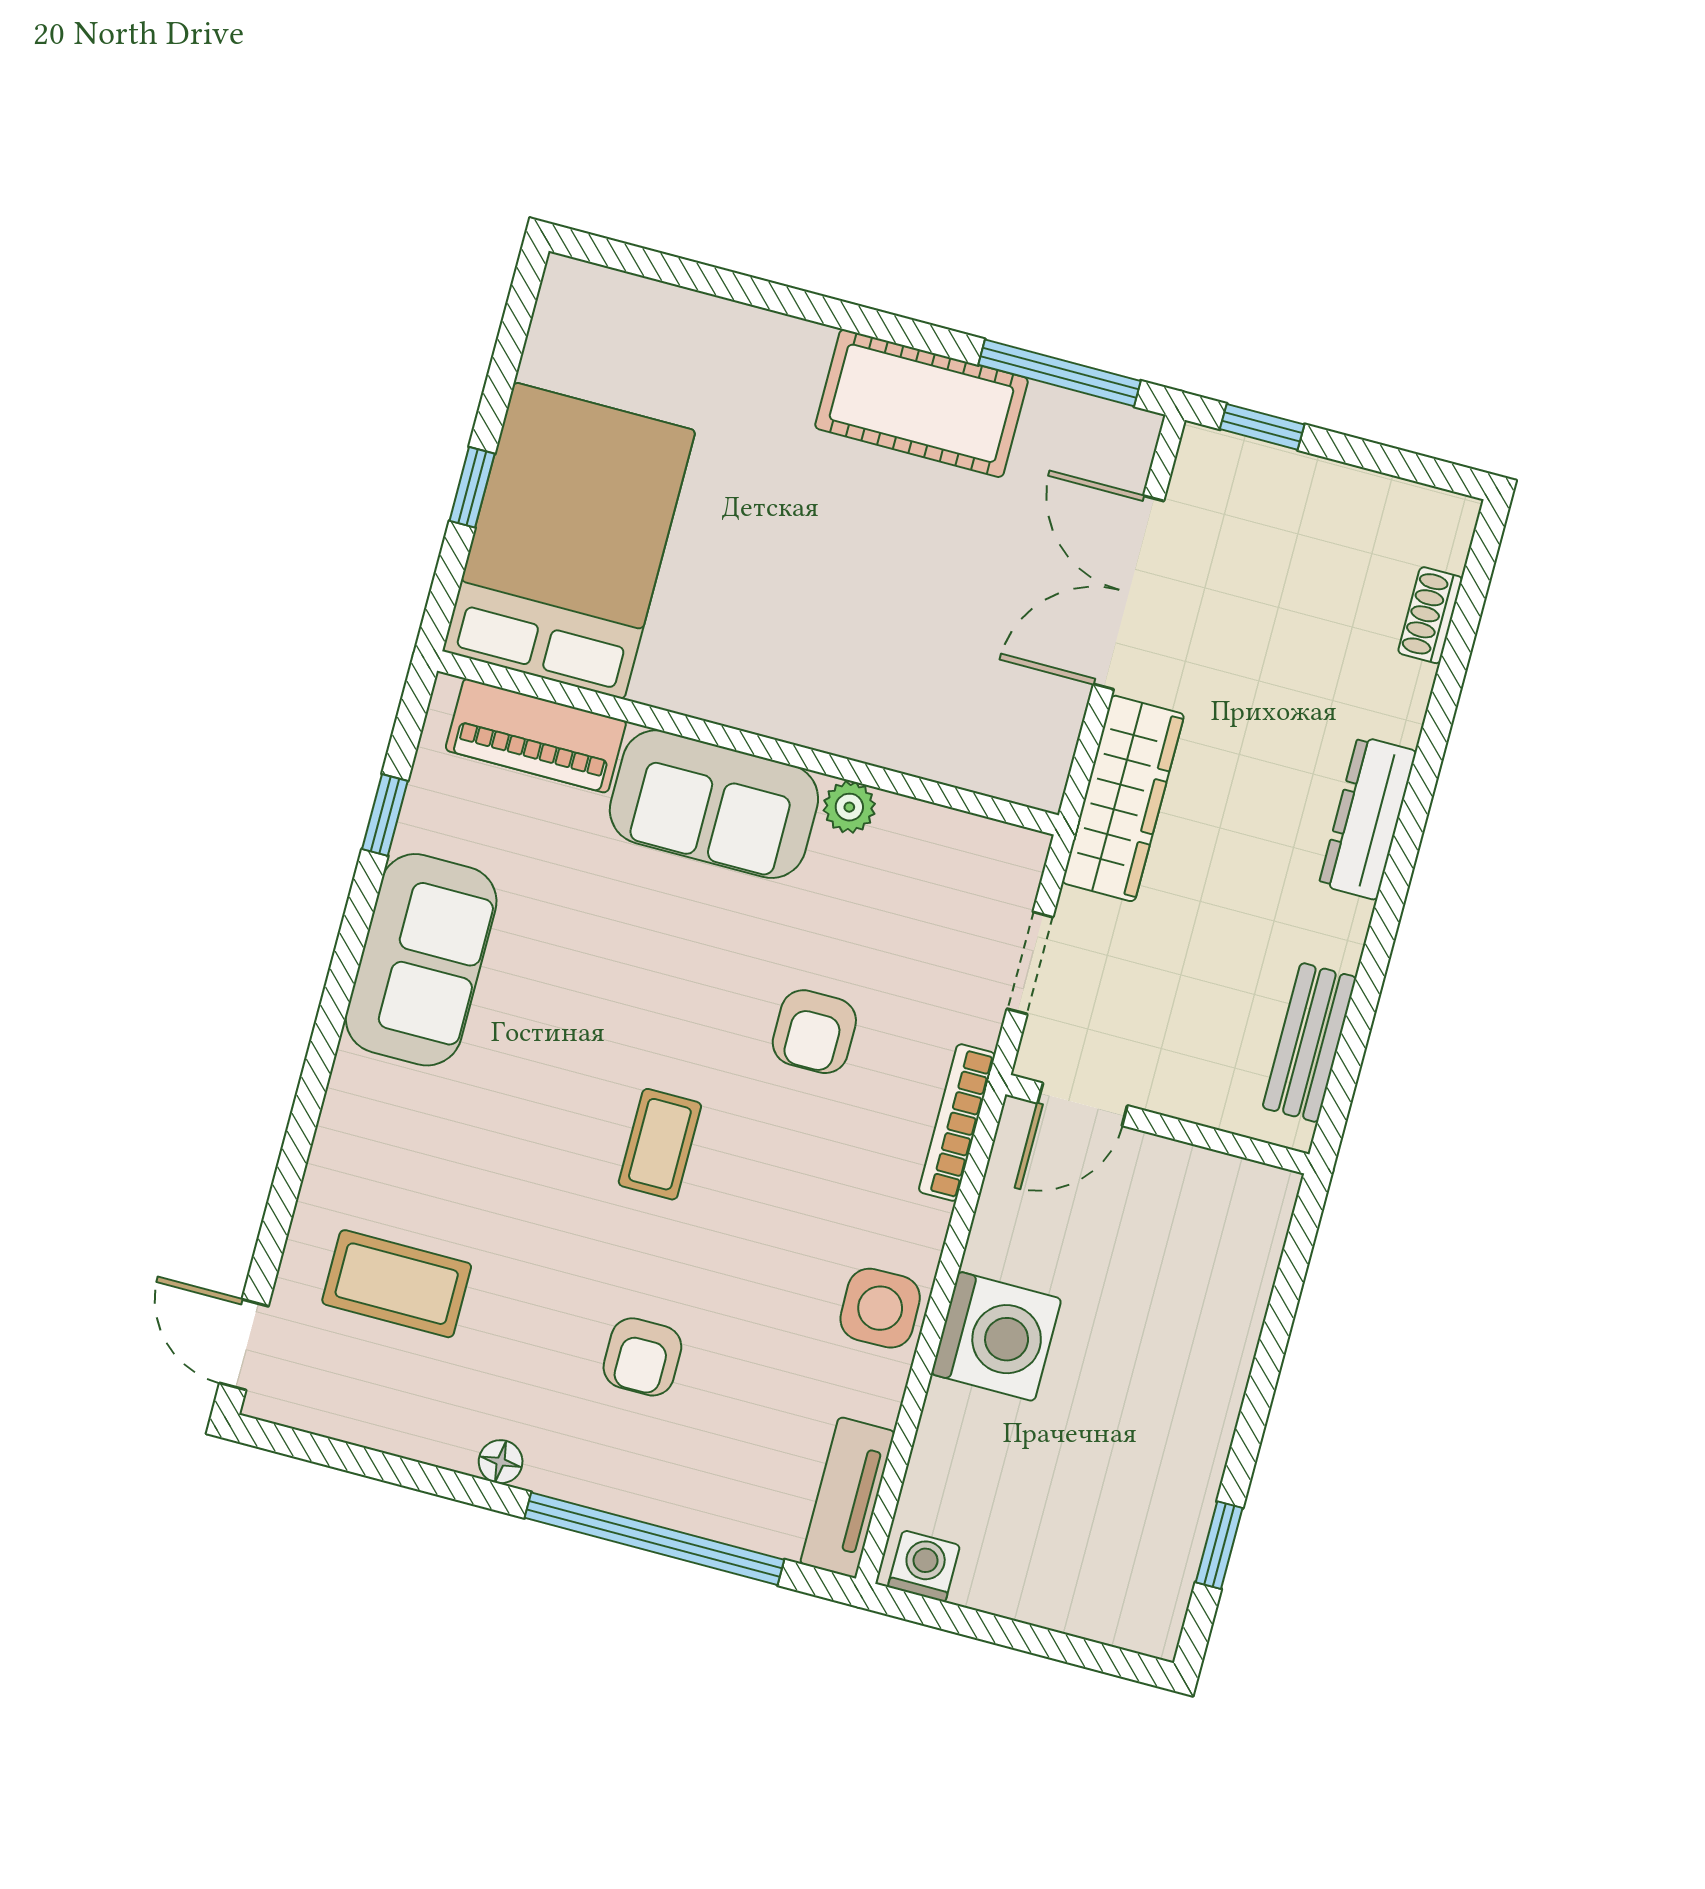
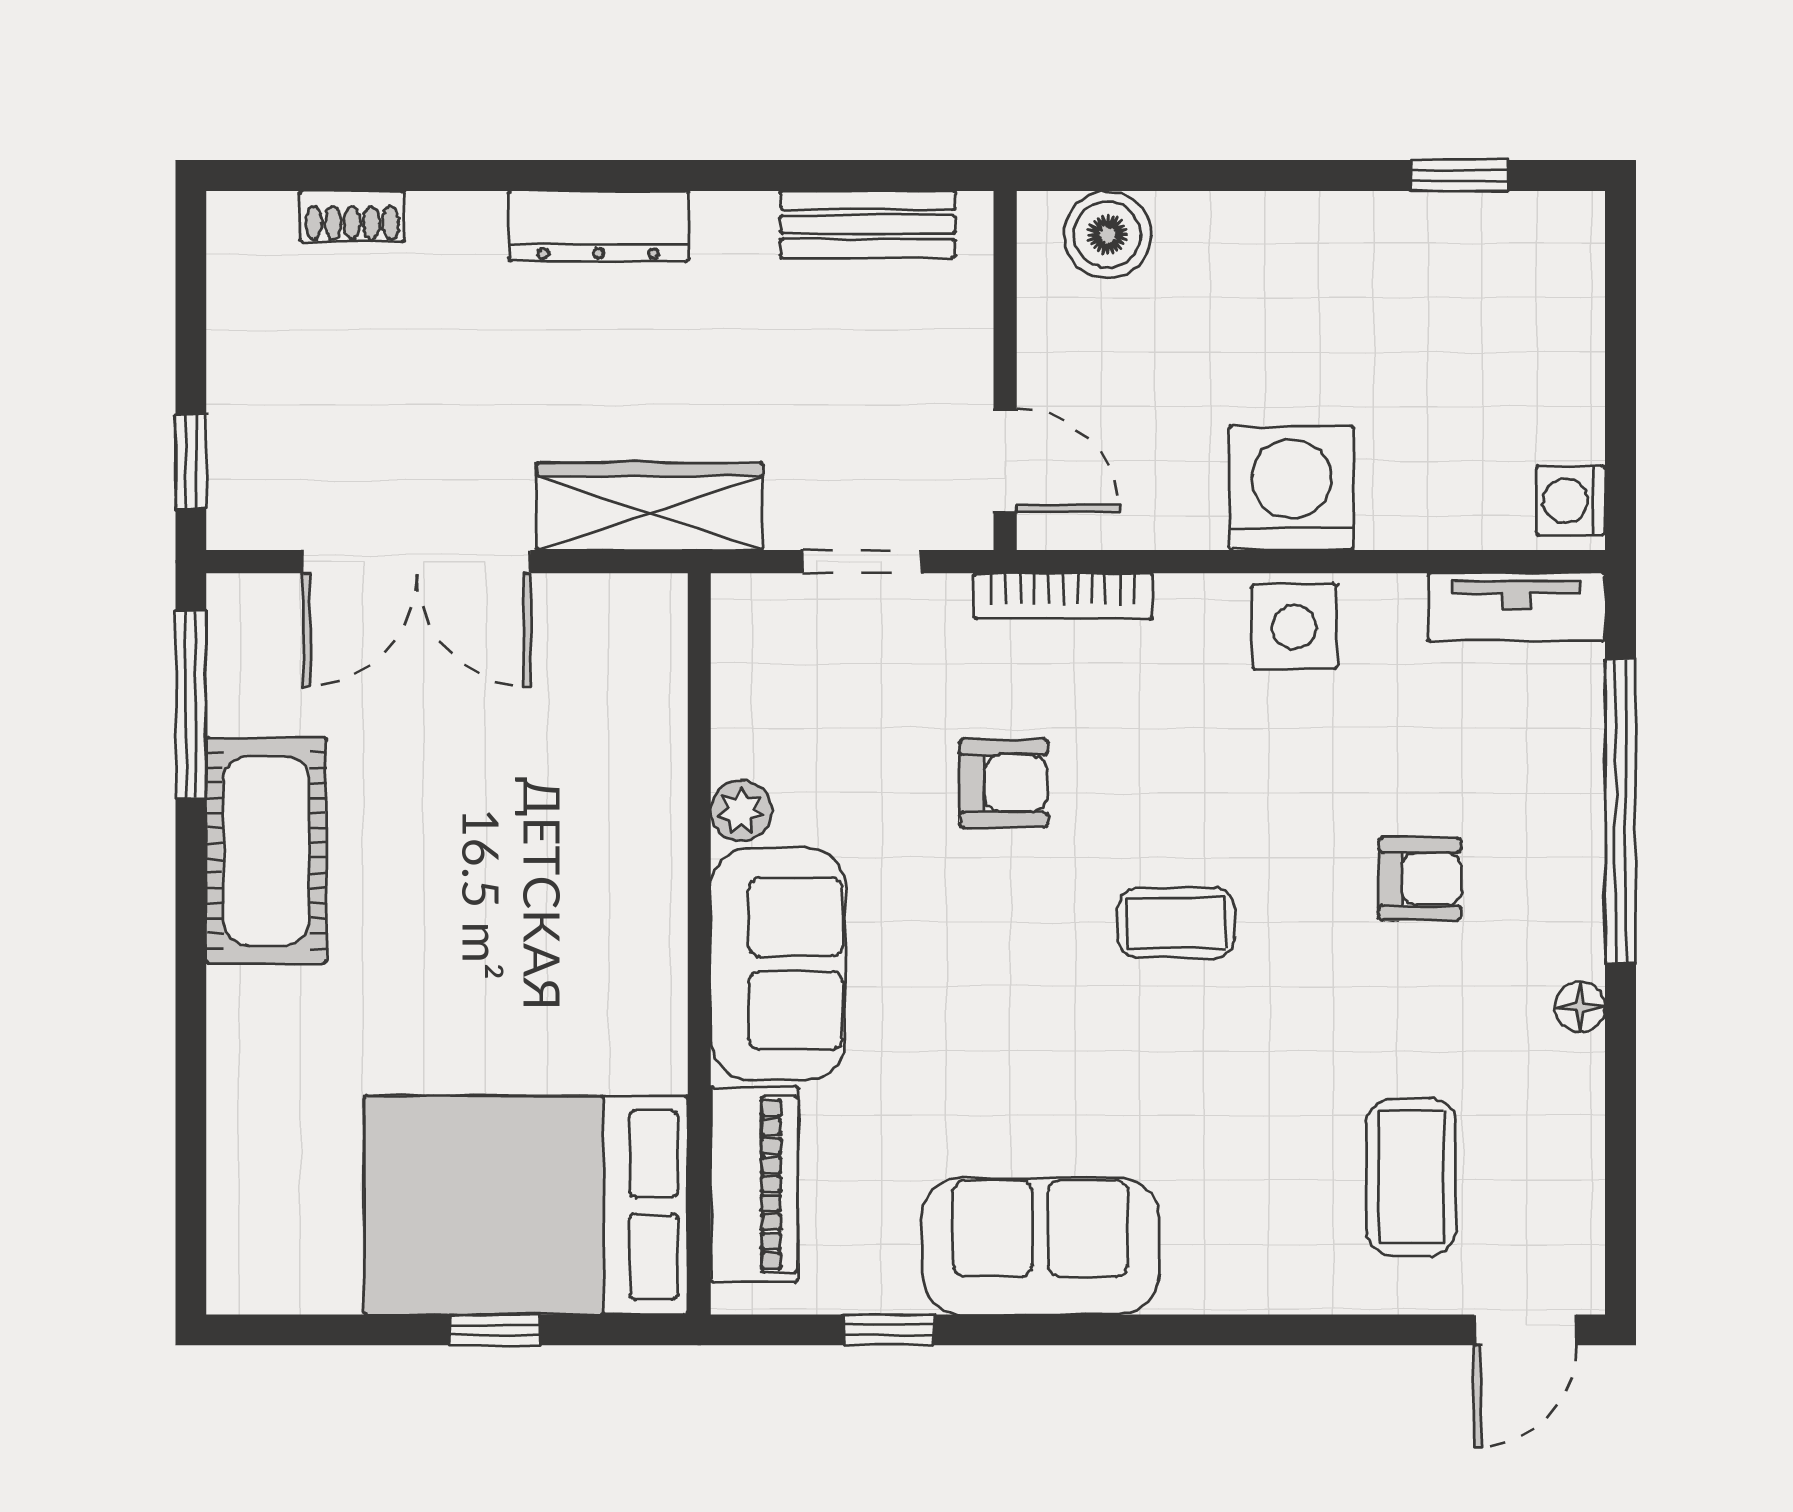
boiler: (1248, 1240) -> (1107, 235), added

